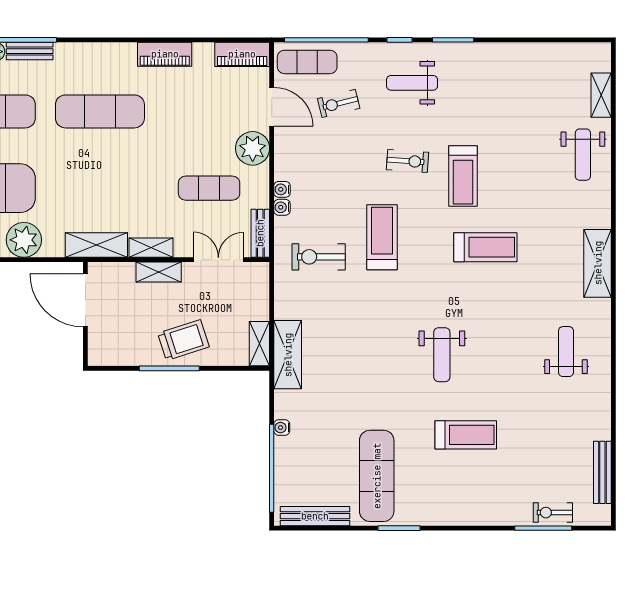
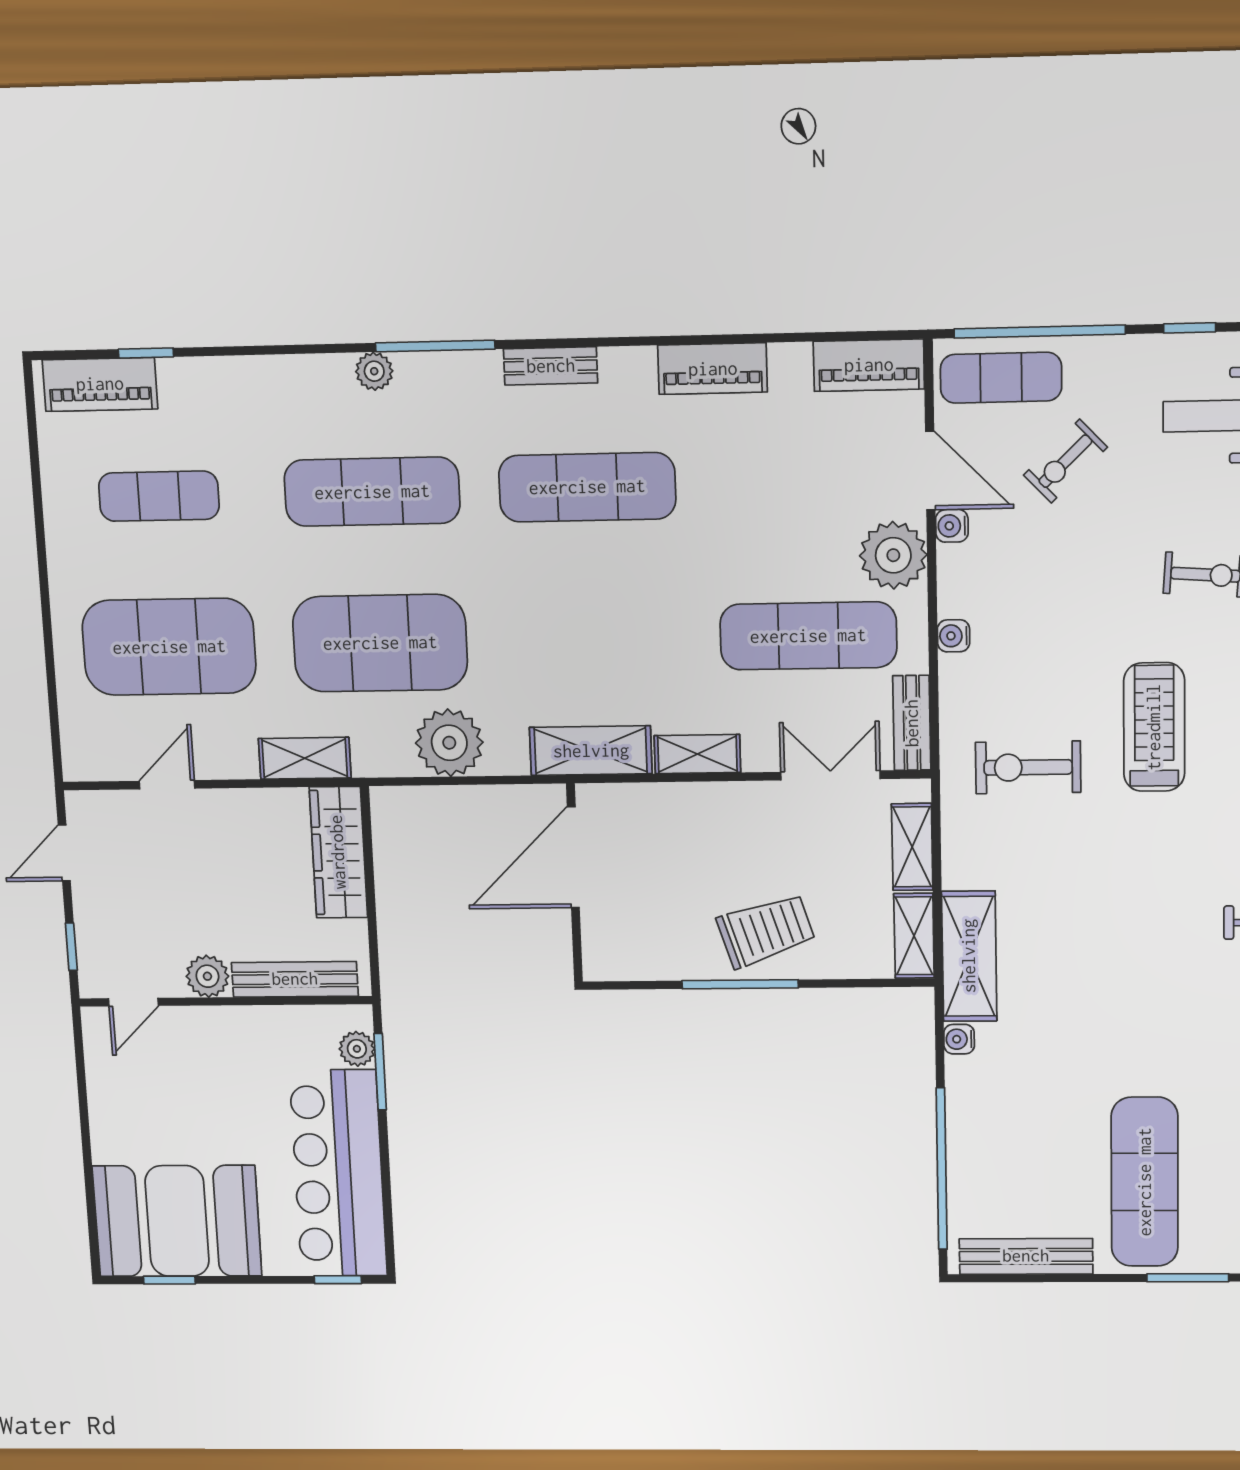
bench: (30, 51) -> (551, 366), moved
exercise bike: (339, 103) -> (1065, 461), turned -30
exercise mat: (209, 188) -> (808, 636), width x1.36, depth x1.45
water cooler: (282, 207) -> (952, 526), moved
shelving: (159, 272) -> (912, 847), moved, turned 90
door: (85, 300) -> (573, 857), hinge flipped
water cooler: (282, 428) -> (959, 1039), moved

